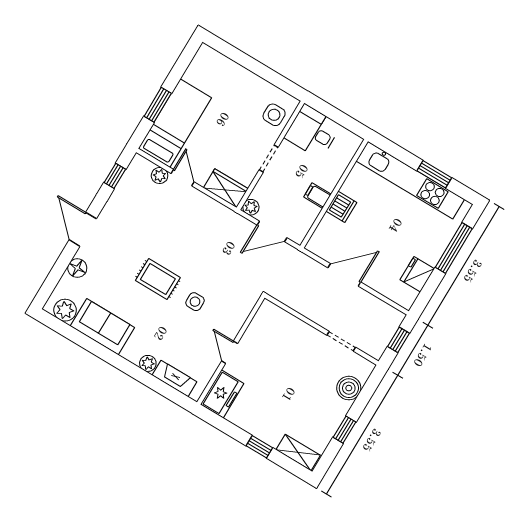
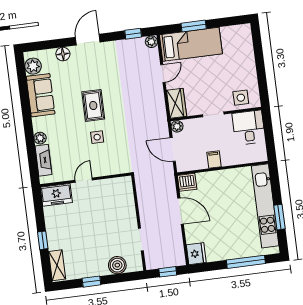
plant: (160, 176) -> (151, 42), moved
dishwasher: (341, 207) -> (187, 182), moved
fridge: (417, 274) -> (196, 254), moved, turned 90

